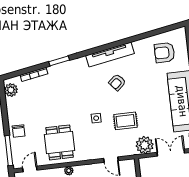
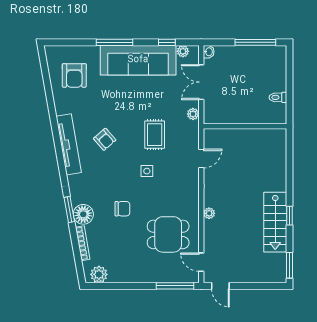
floor lamp: (57, 72) -> (83, 214), added
chair: (19, 131) -> (122, 209), moved
dining table: (60, 142) -> (168, 234), moved
plant: (145, 145) -> (193, 114), width x0.53, depth x0.53

